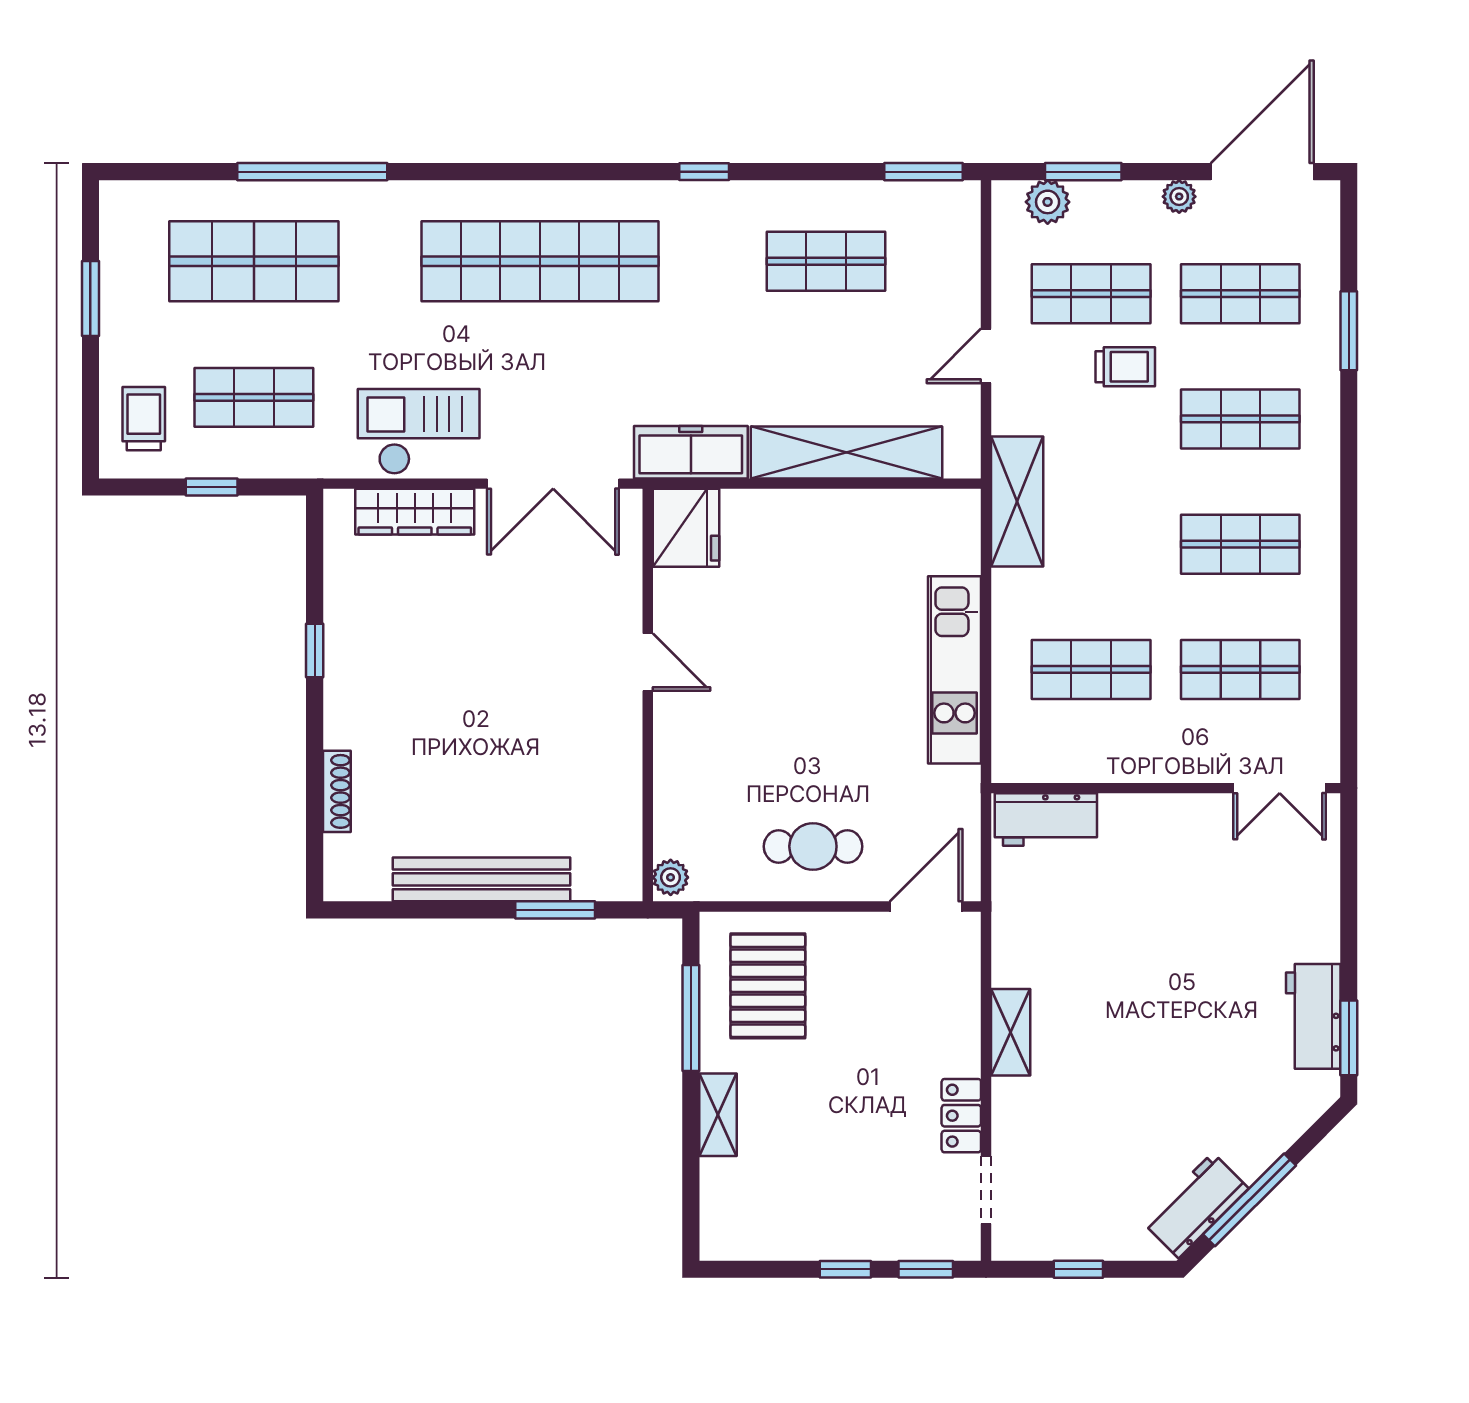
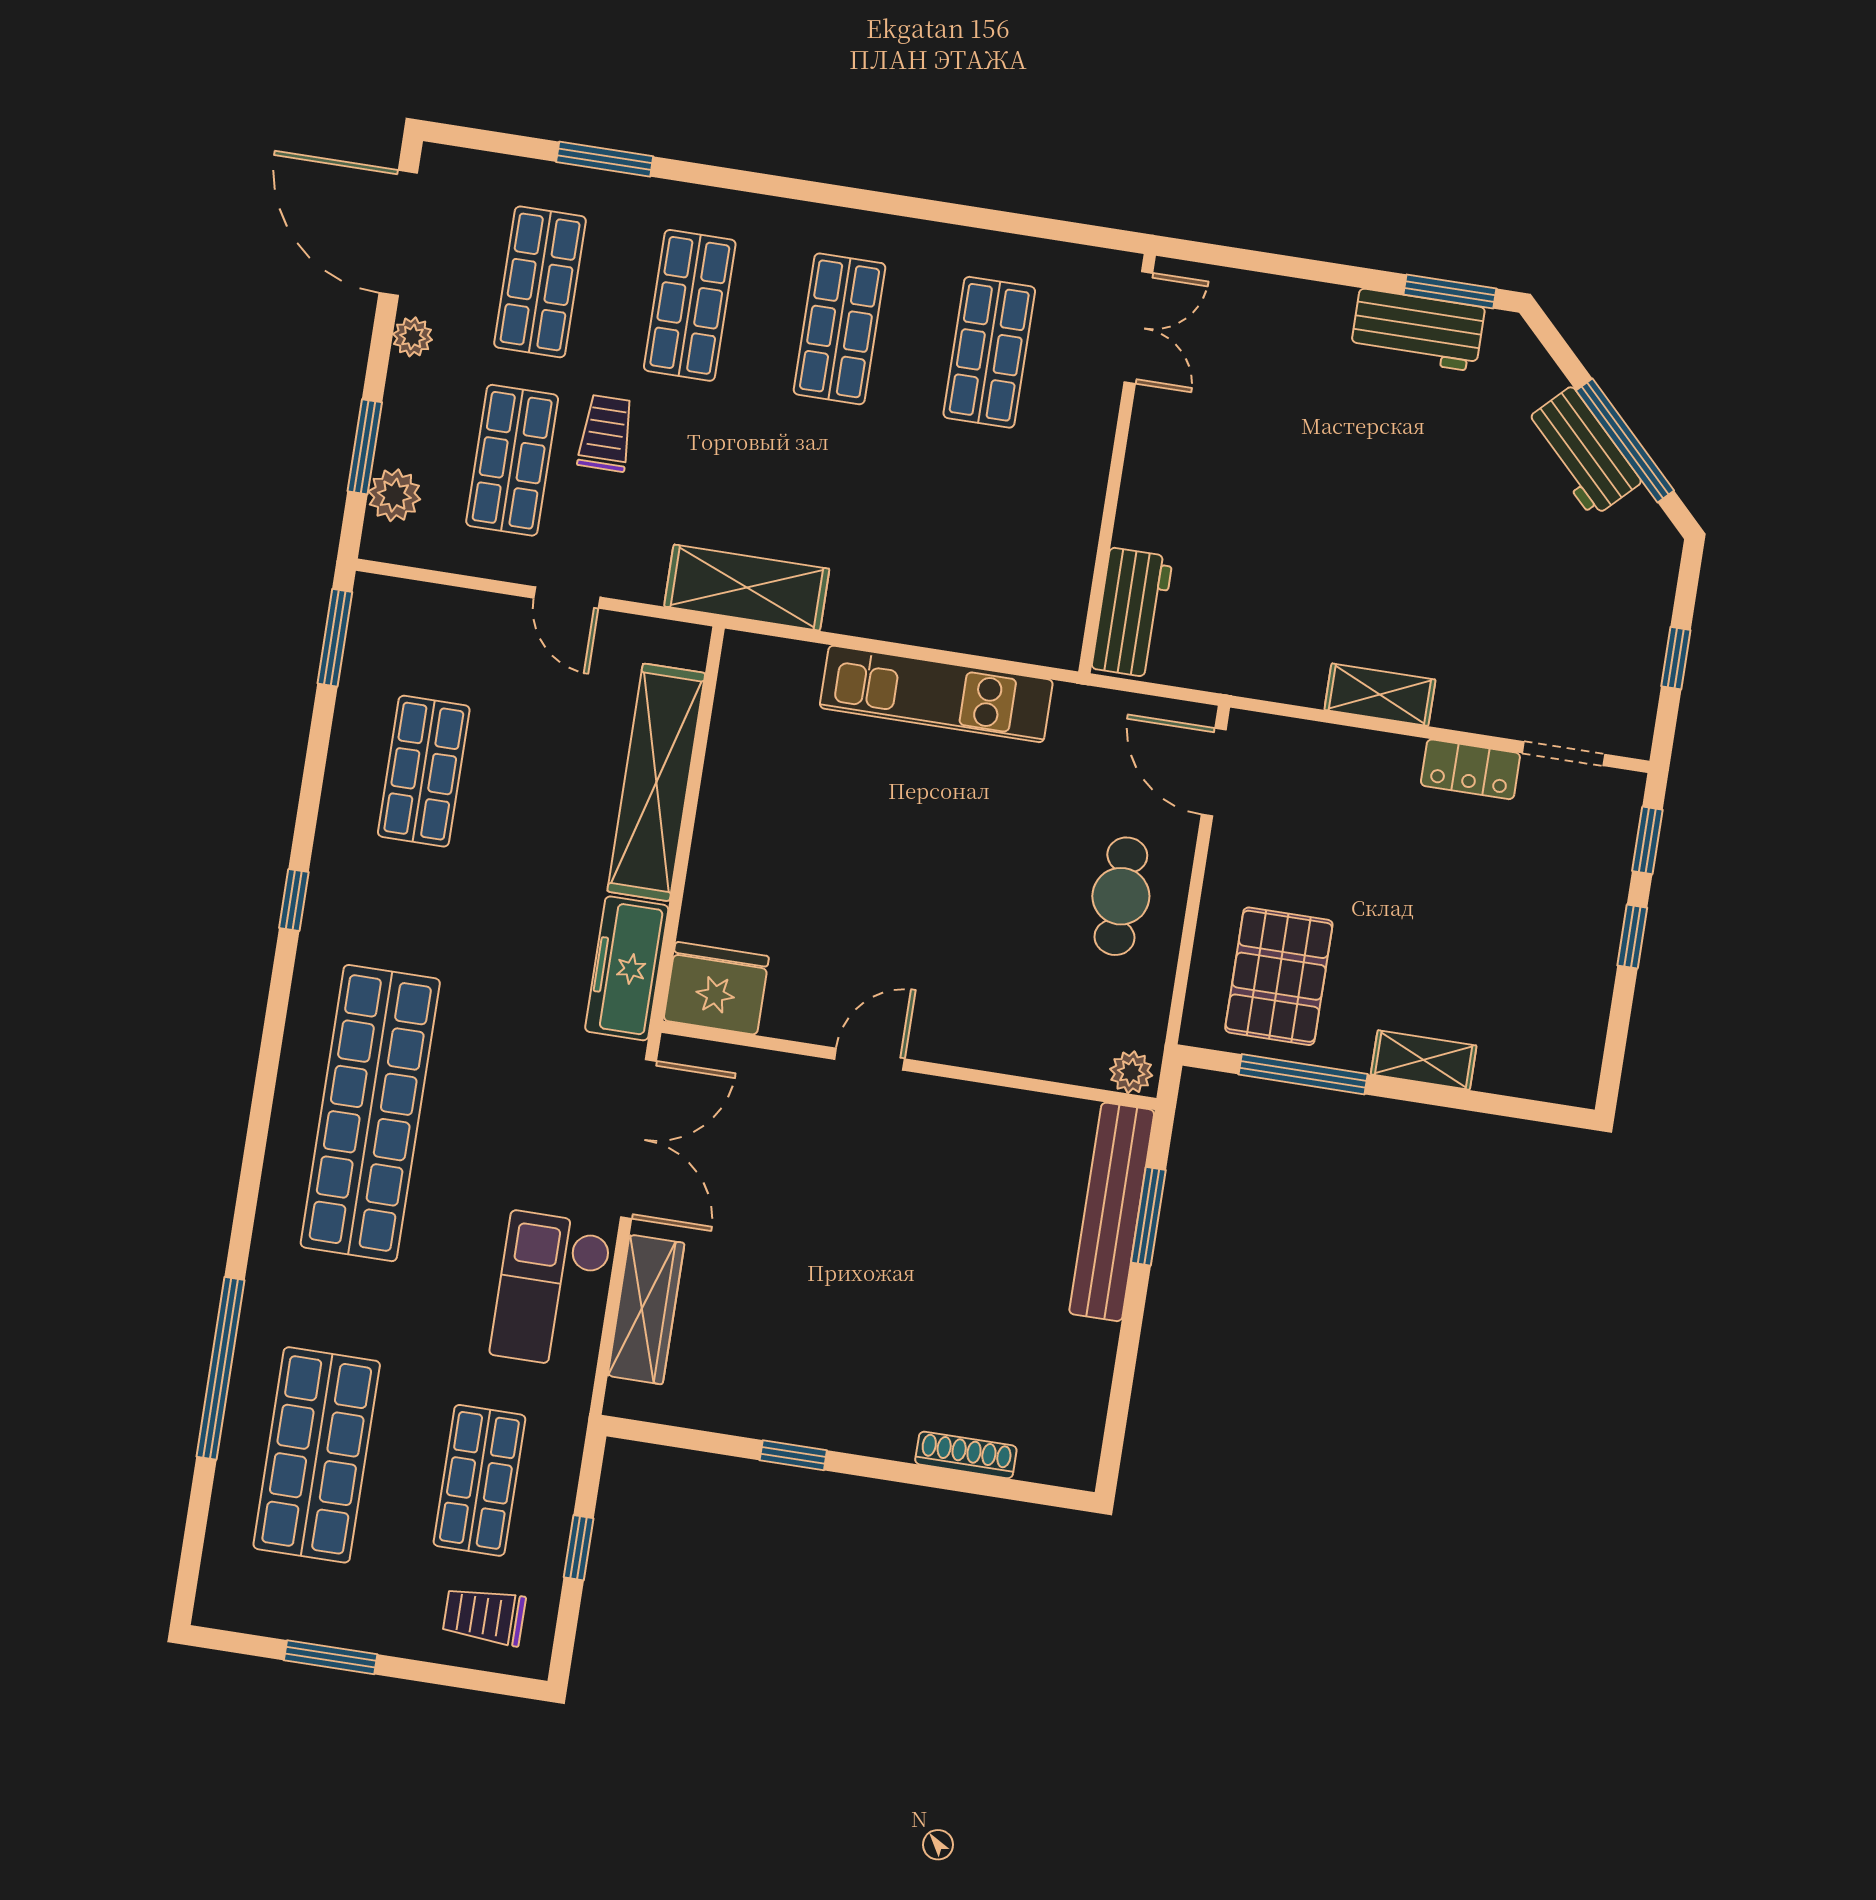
shop shelf: (1091, 669) -> (961, 531), removed
bench: (482, 879) -> (1112, 1212), moved
pallet: (768, 986) -> (1279, 976), turned 90
workbench: (1196, 1205) -> (1582, 452), moved

